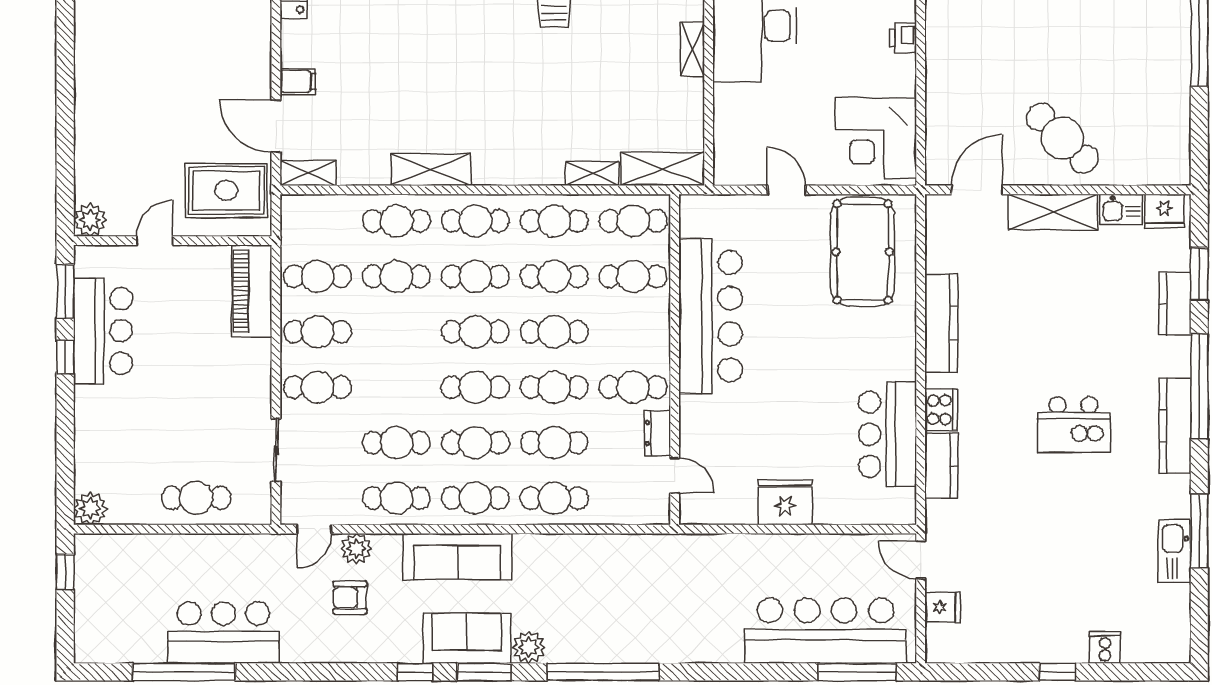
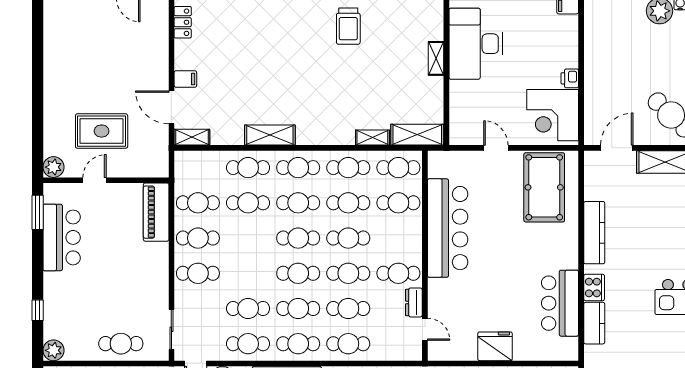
printer: (903, 38) -> (570, 78), moved
rug: (226, 190) -> (102, 131), moved
window: (65, 357) -> (38, 310), moved
sliding door: (276, 450) -> (171, 329), moved

